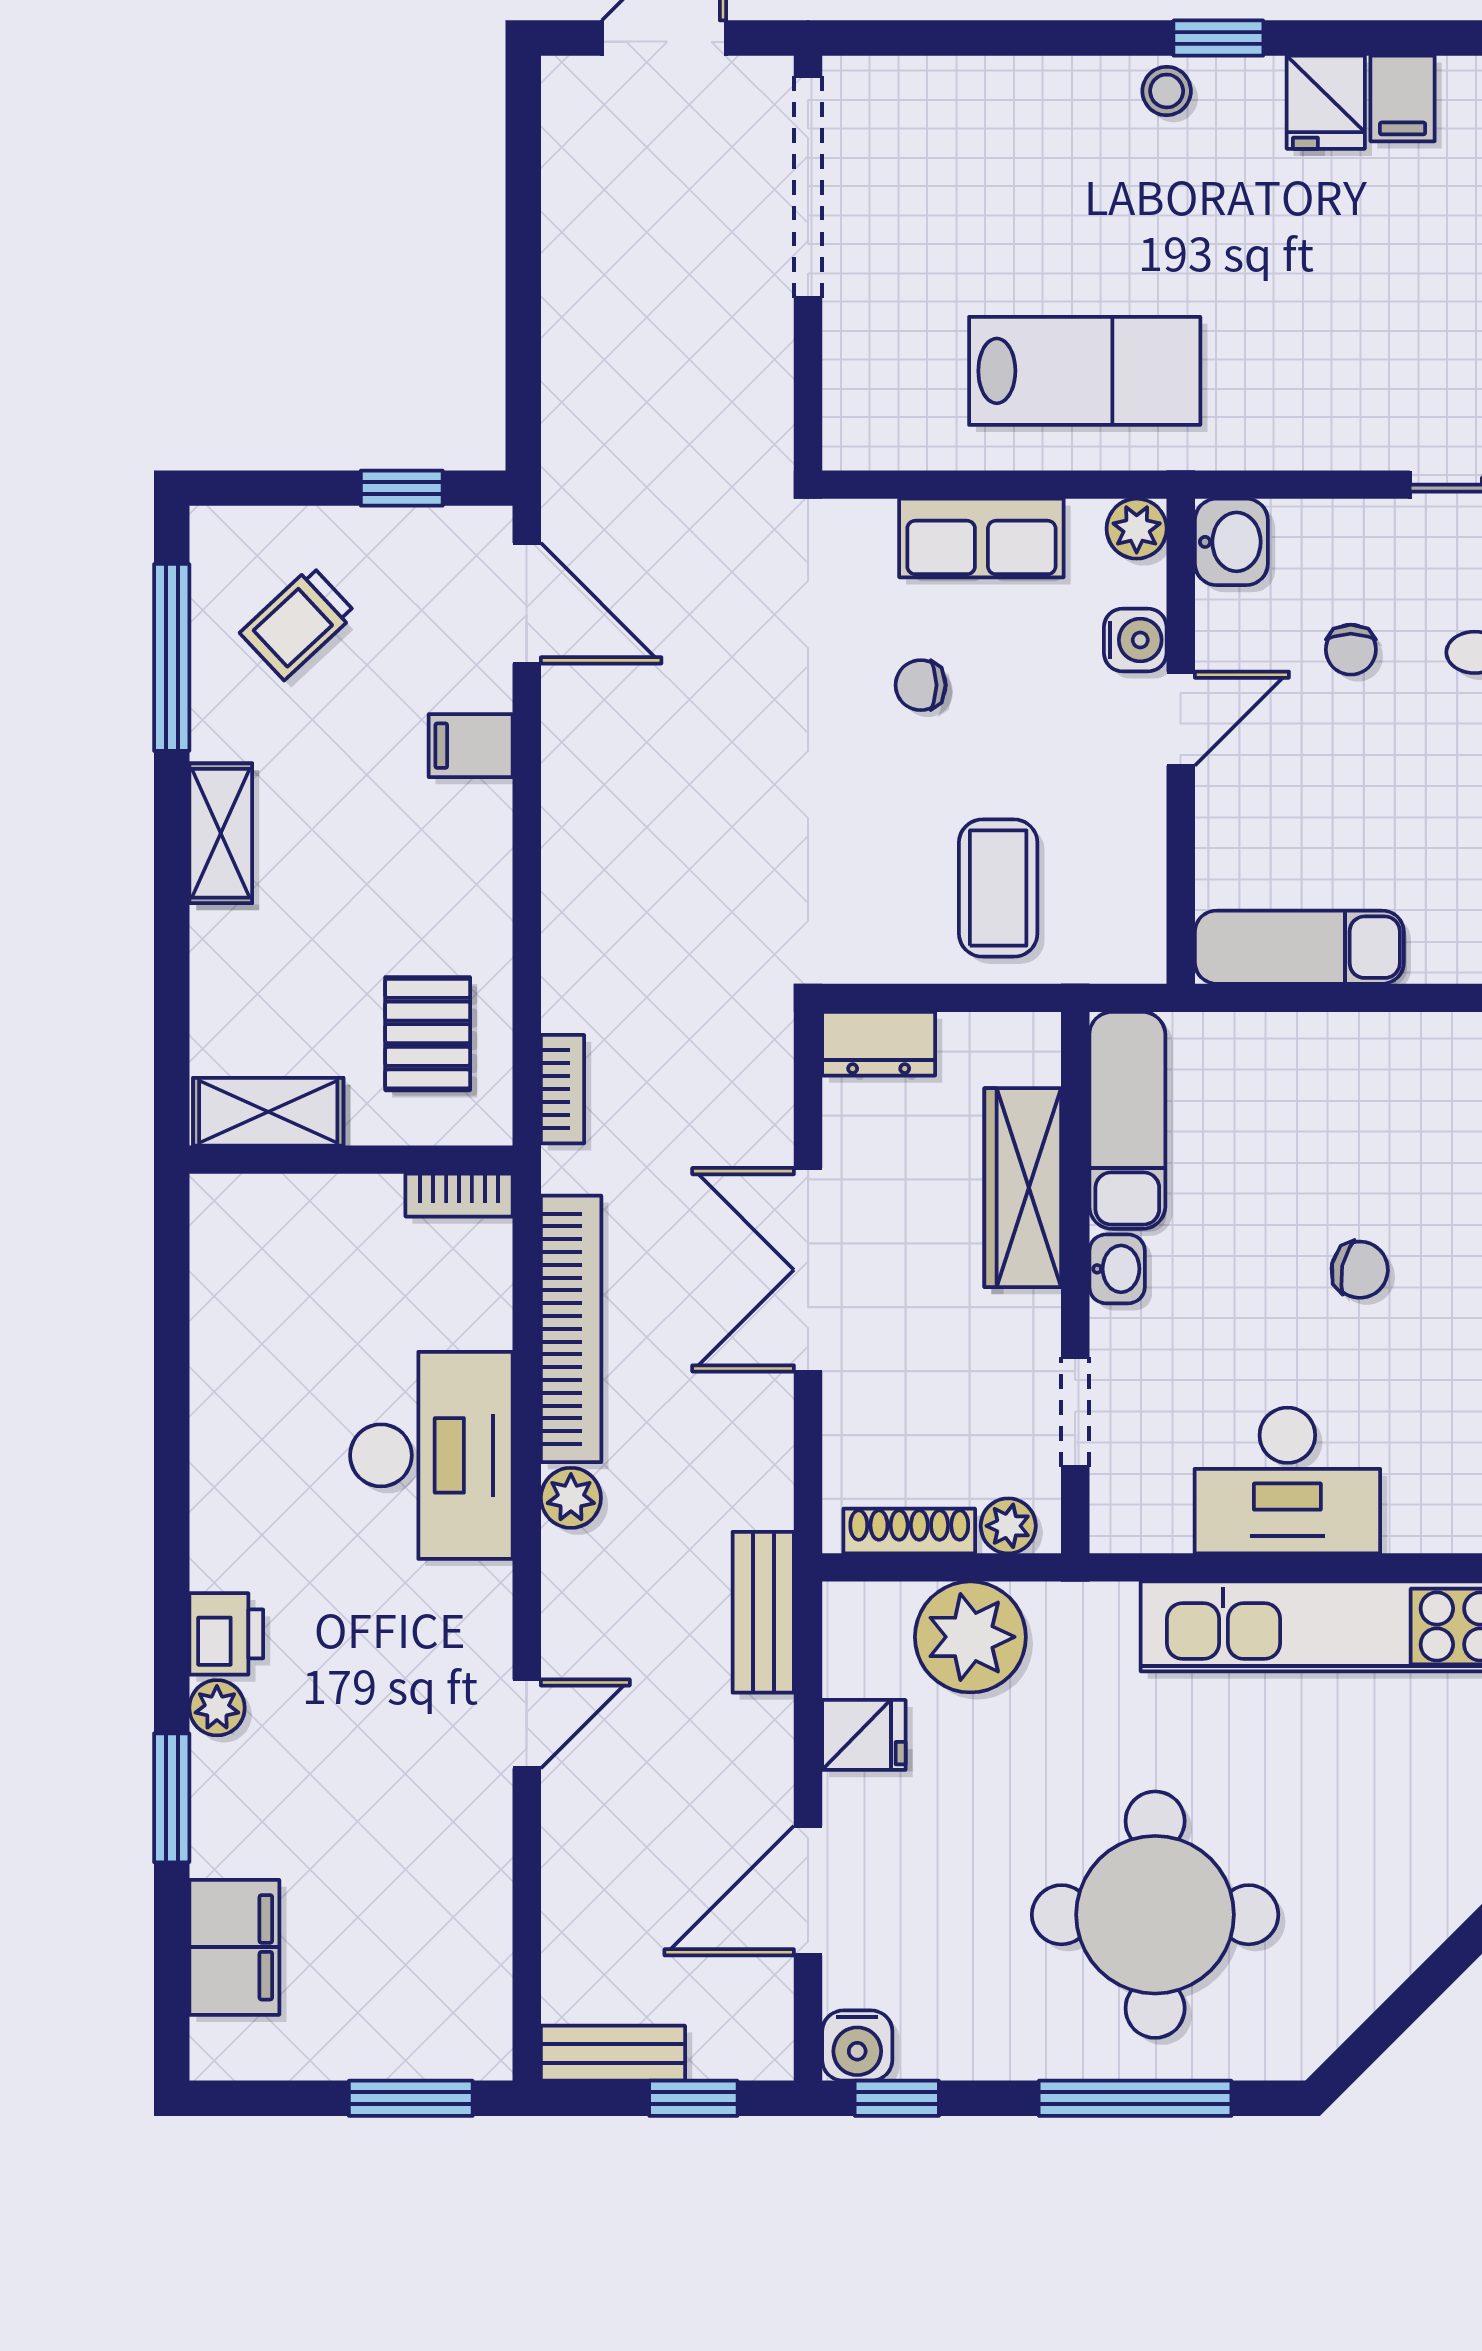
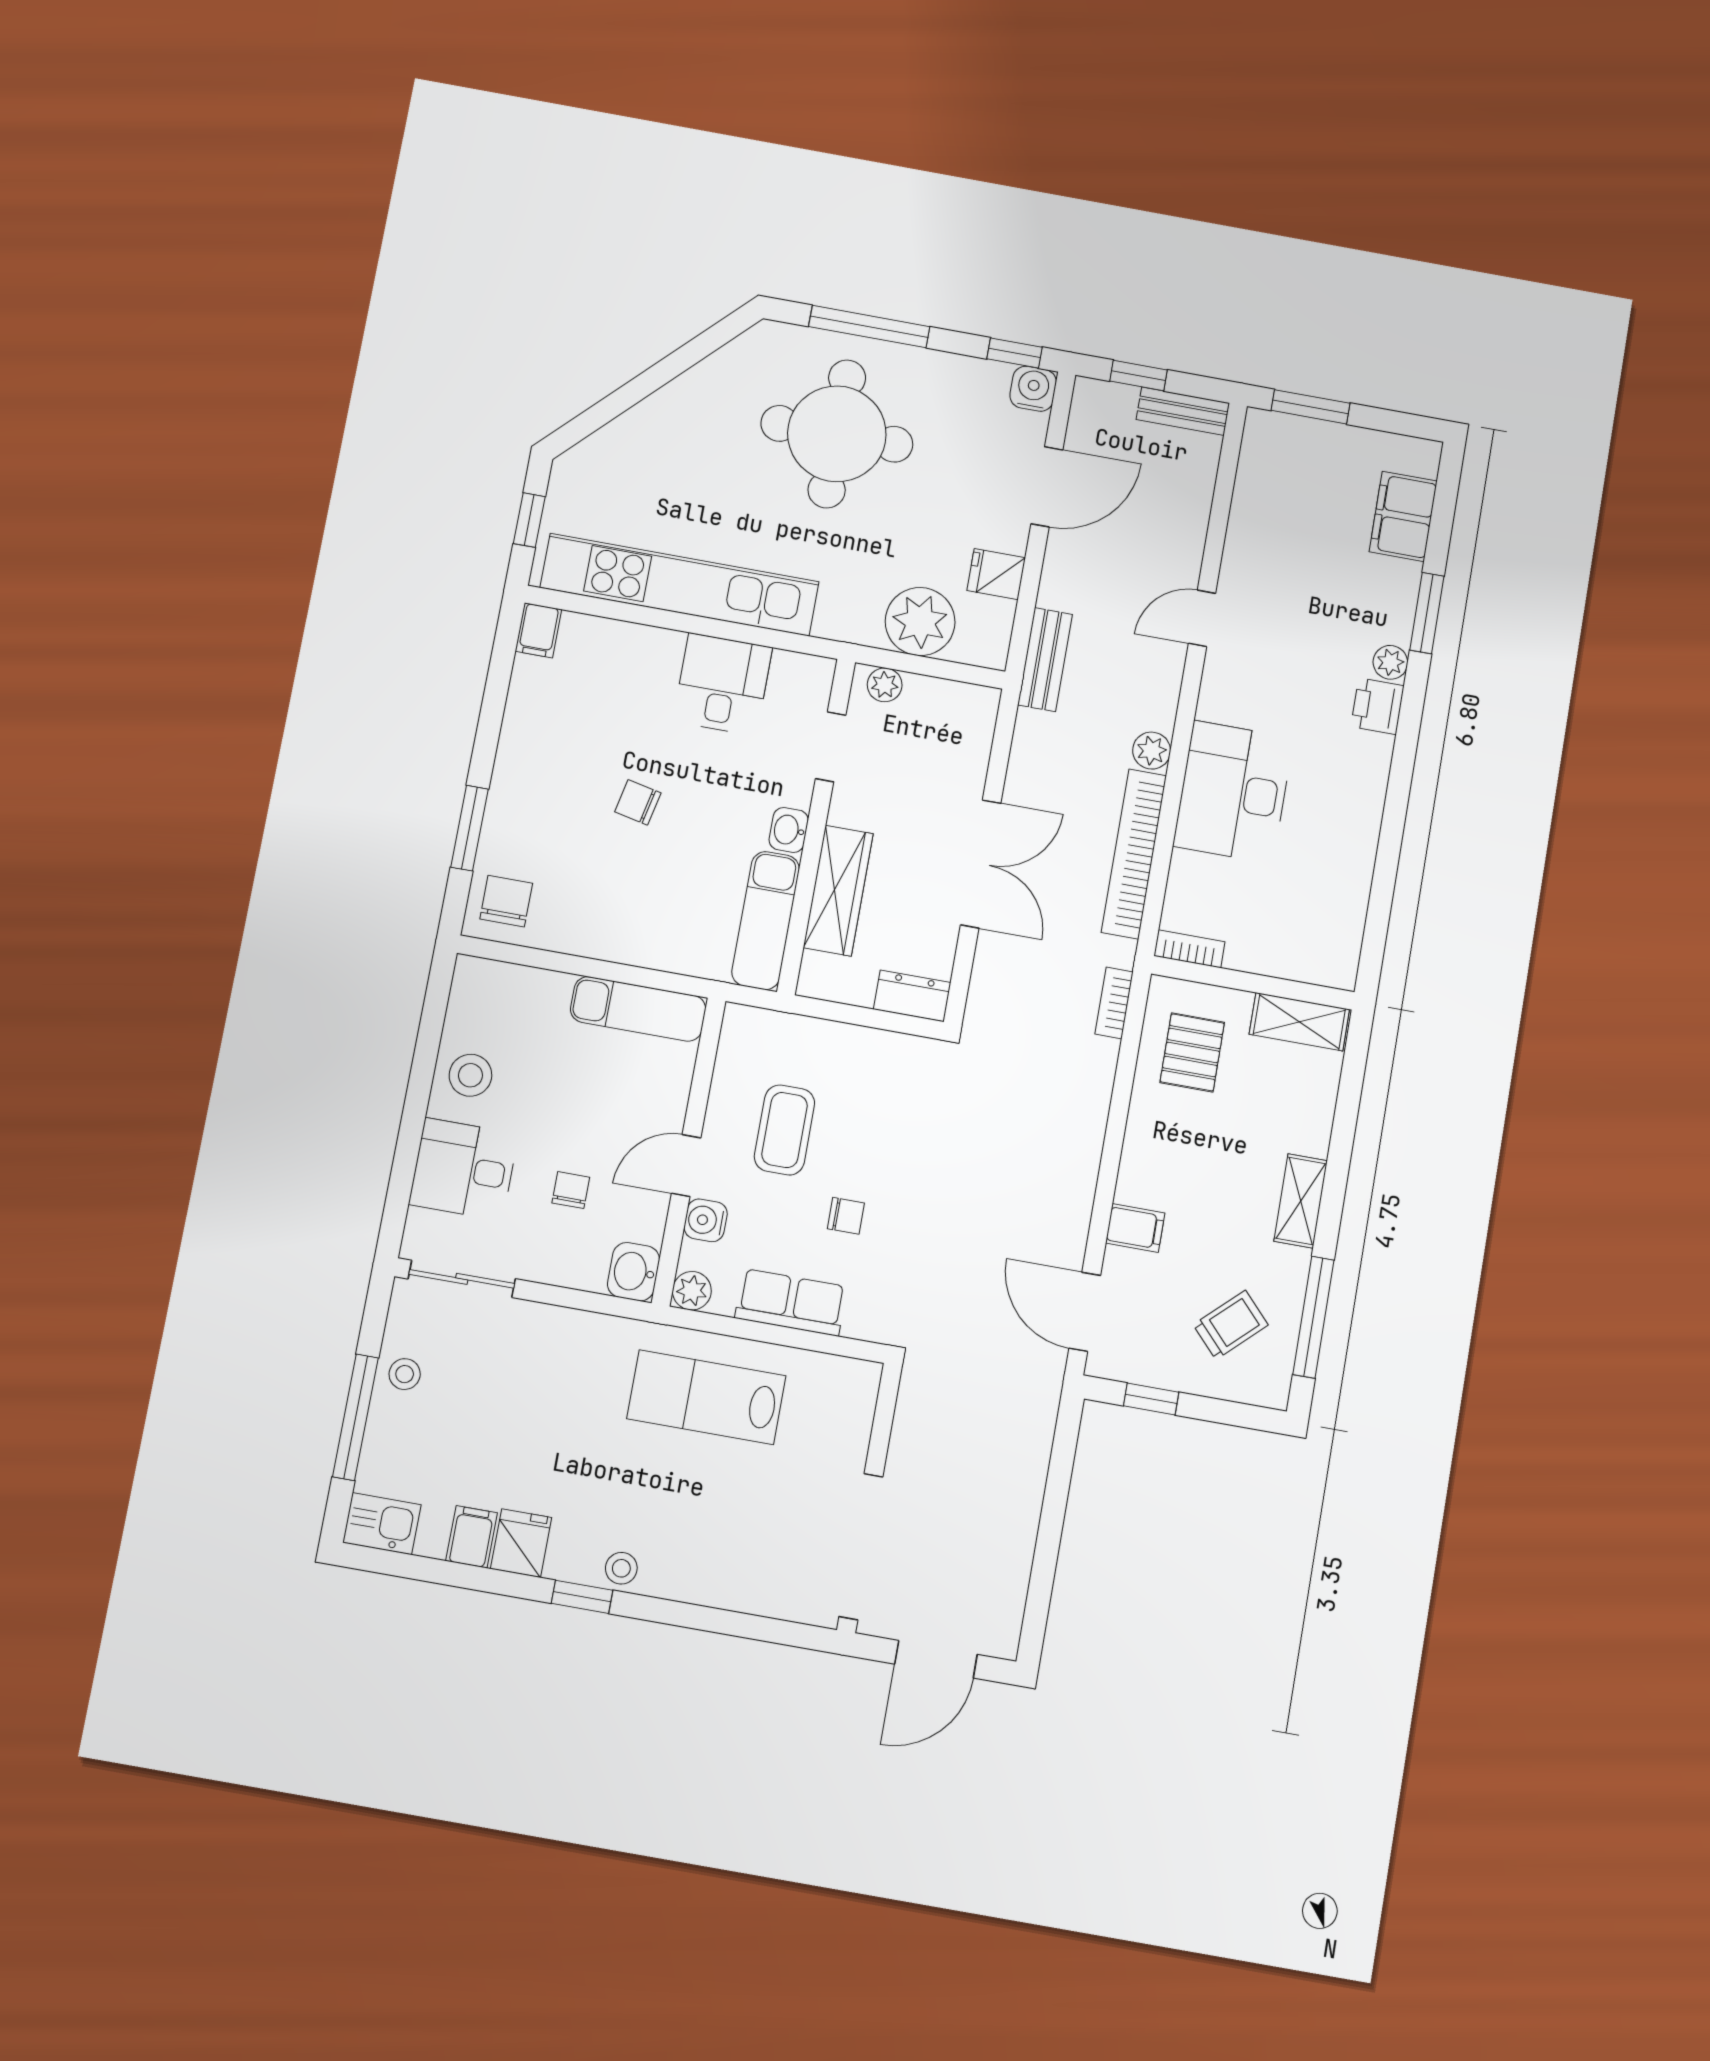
coffee table: (998, 888) -> (784, 1130), moved
desk: (1287, 1480) -> (722, 684), width x0.73
shoe rack: (909, 1531) -> (946, 693), removed

